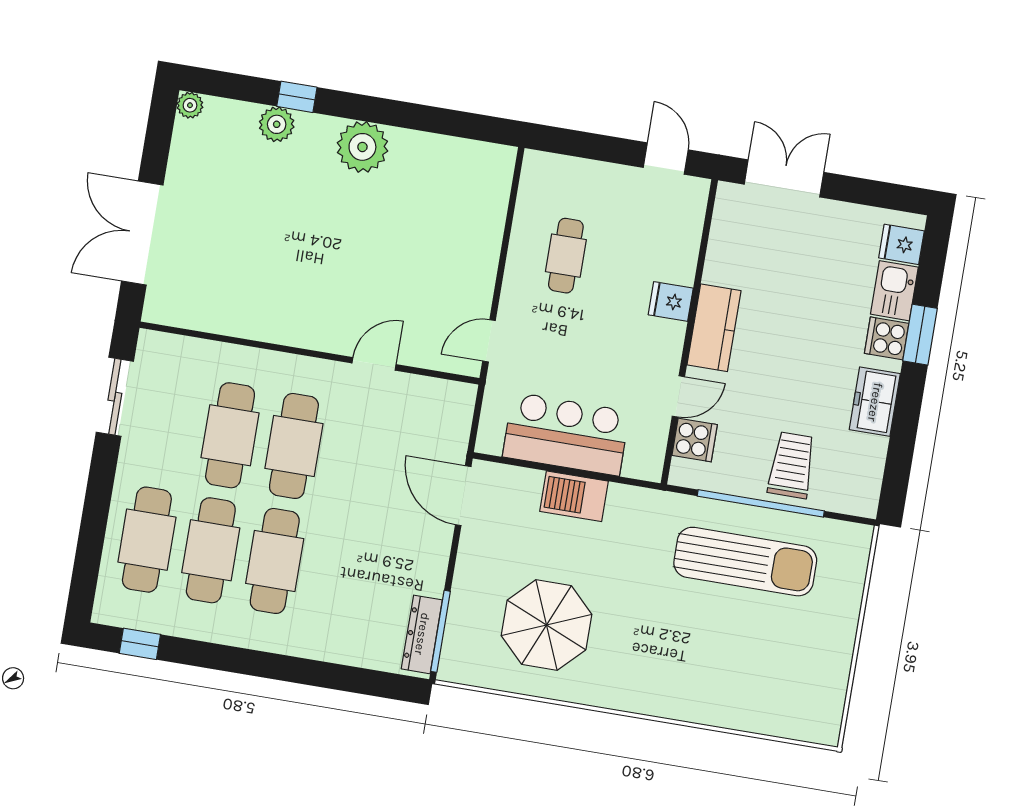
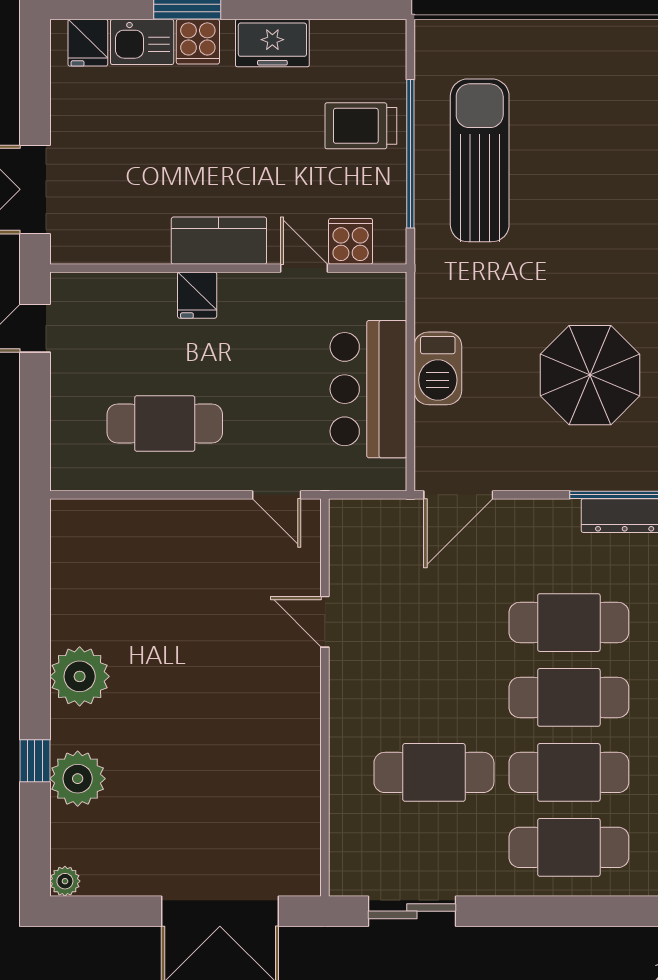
plant: (277, 124) -> (78, 779), width x1.36, depth x1.36
cafe table: (566, 256) -> (165, 424), width x1.37, depth x1.35
cafe table: (294, 446) -> (569, 623), moved

